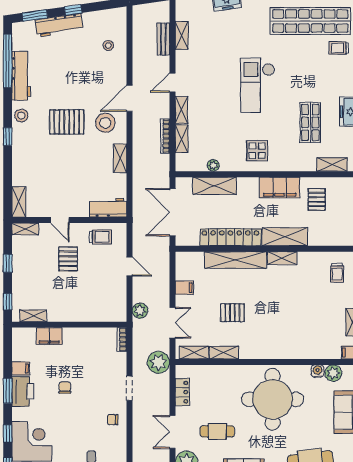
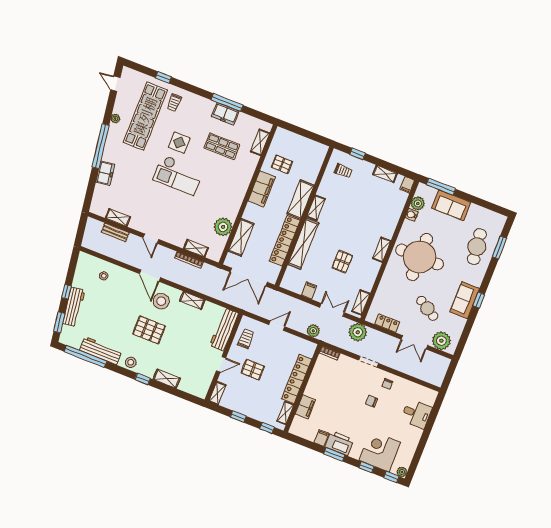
shelving: (181, 110) -> (174, 240), removed
pallet: (67, 122) -> (149, 330), turned 90
display table: (257, 151) -> (179, 143), moved
plant: (213, 165) -> (223, 227), width x1.87, depth x1.87
shelving: (19, 202) -> (167, 379), moved
workbench: (108, 208) -> (224, 329), width x1.38
locker: (77, 313) -> (297, 379), added
shelving: (224, 353) -> (382, 250), moved
chair: (65, 388) -> (372, 401), moved
cafe table: (217, 431) -> (427, 308), turned -59

